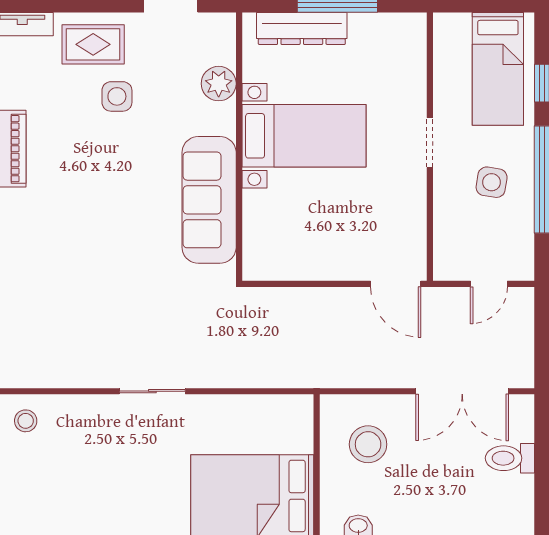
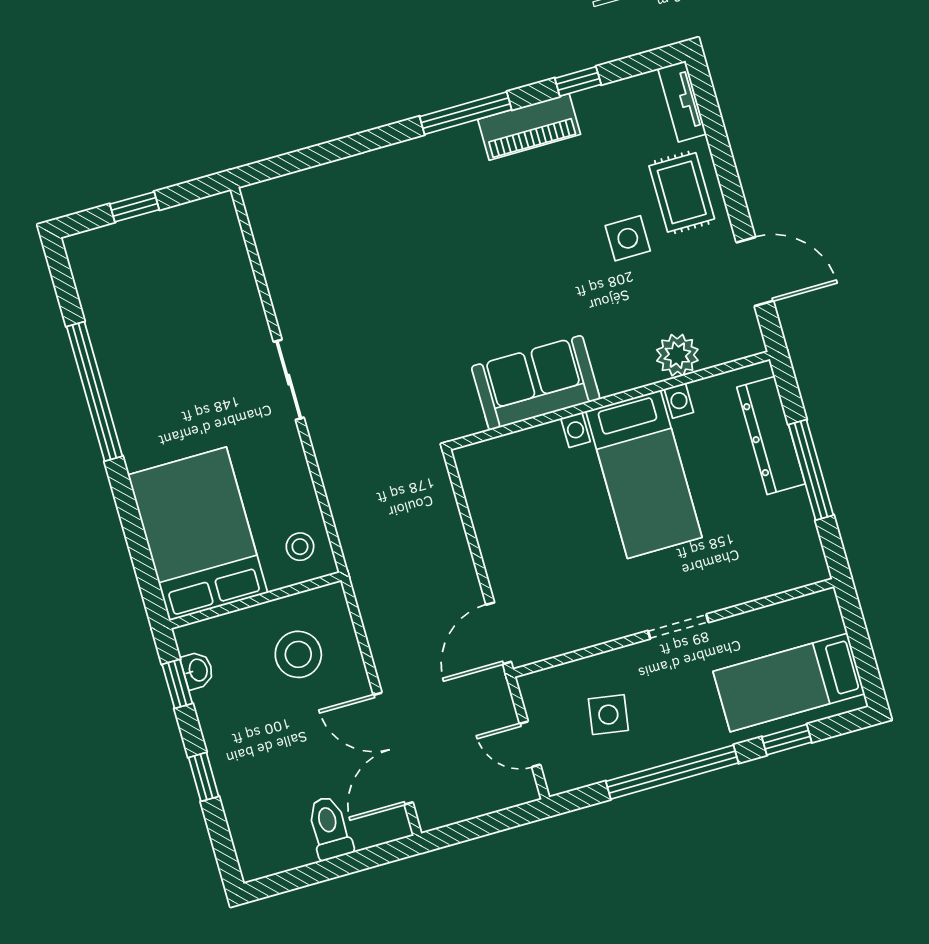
side table: (492, 182) -> (608, 715), moved
sofa: (209, 200) -> (536, 383), width x0.73
stool: (26, 421) -> (300, 547), moved

